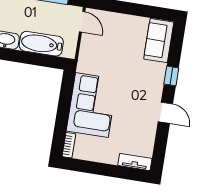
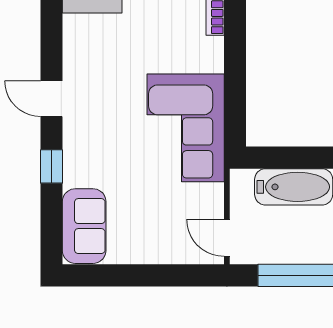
corner sofa: (92, 105) -> (186, 128), moved

